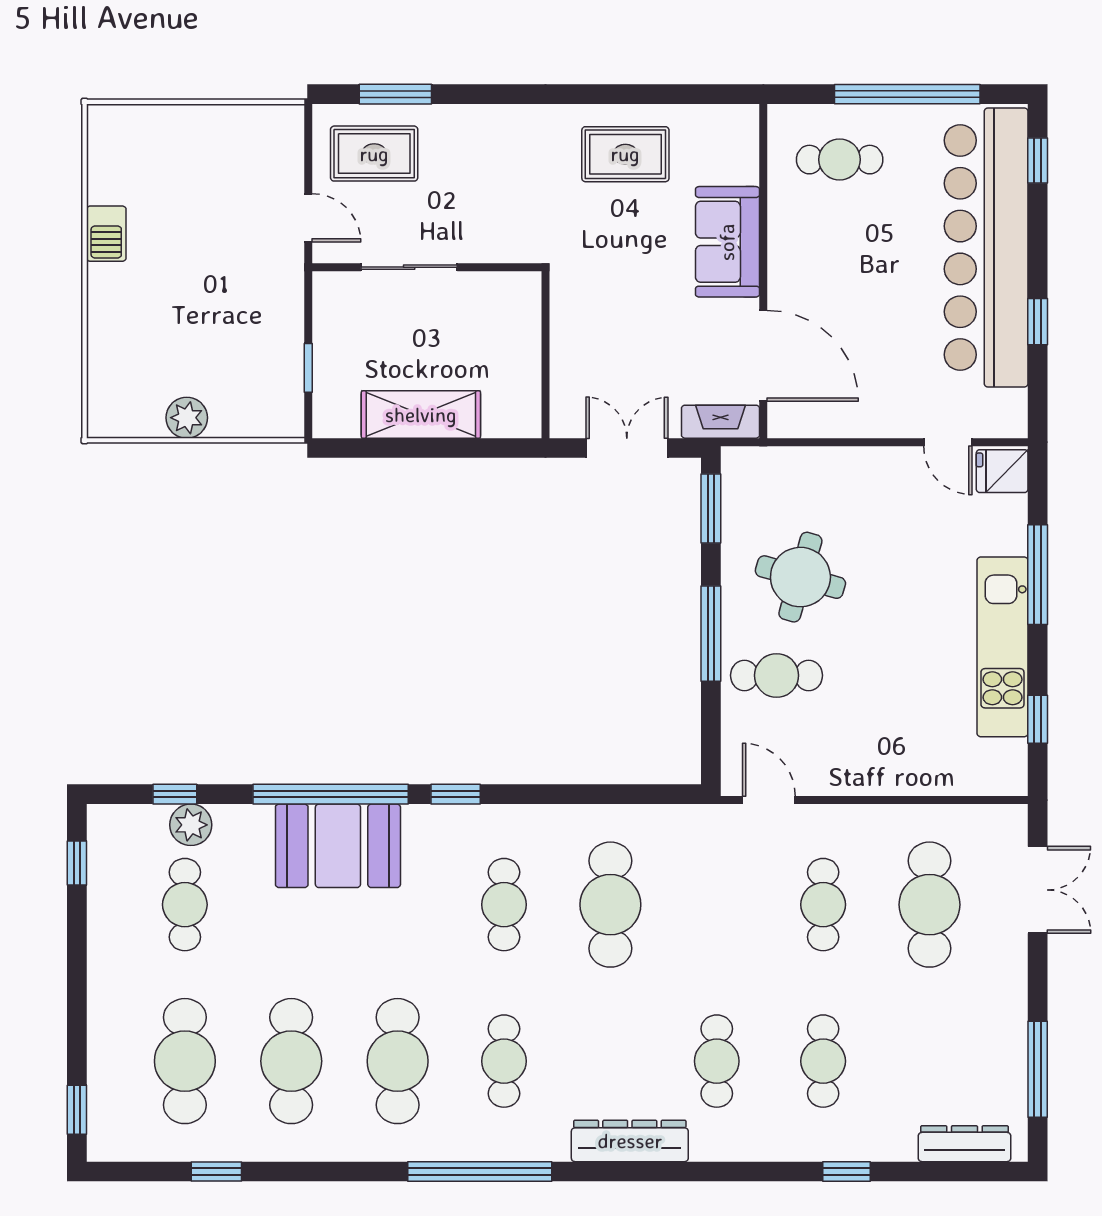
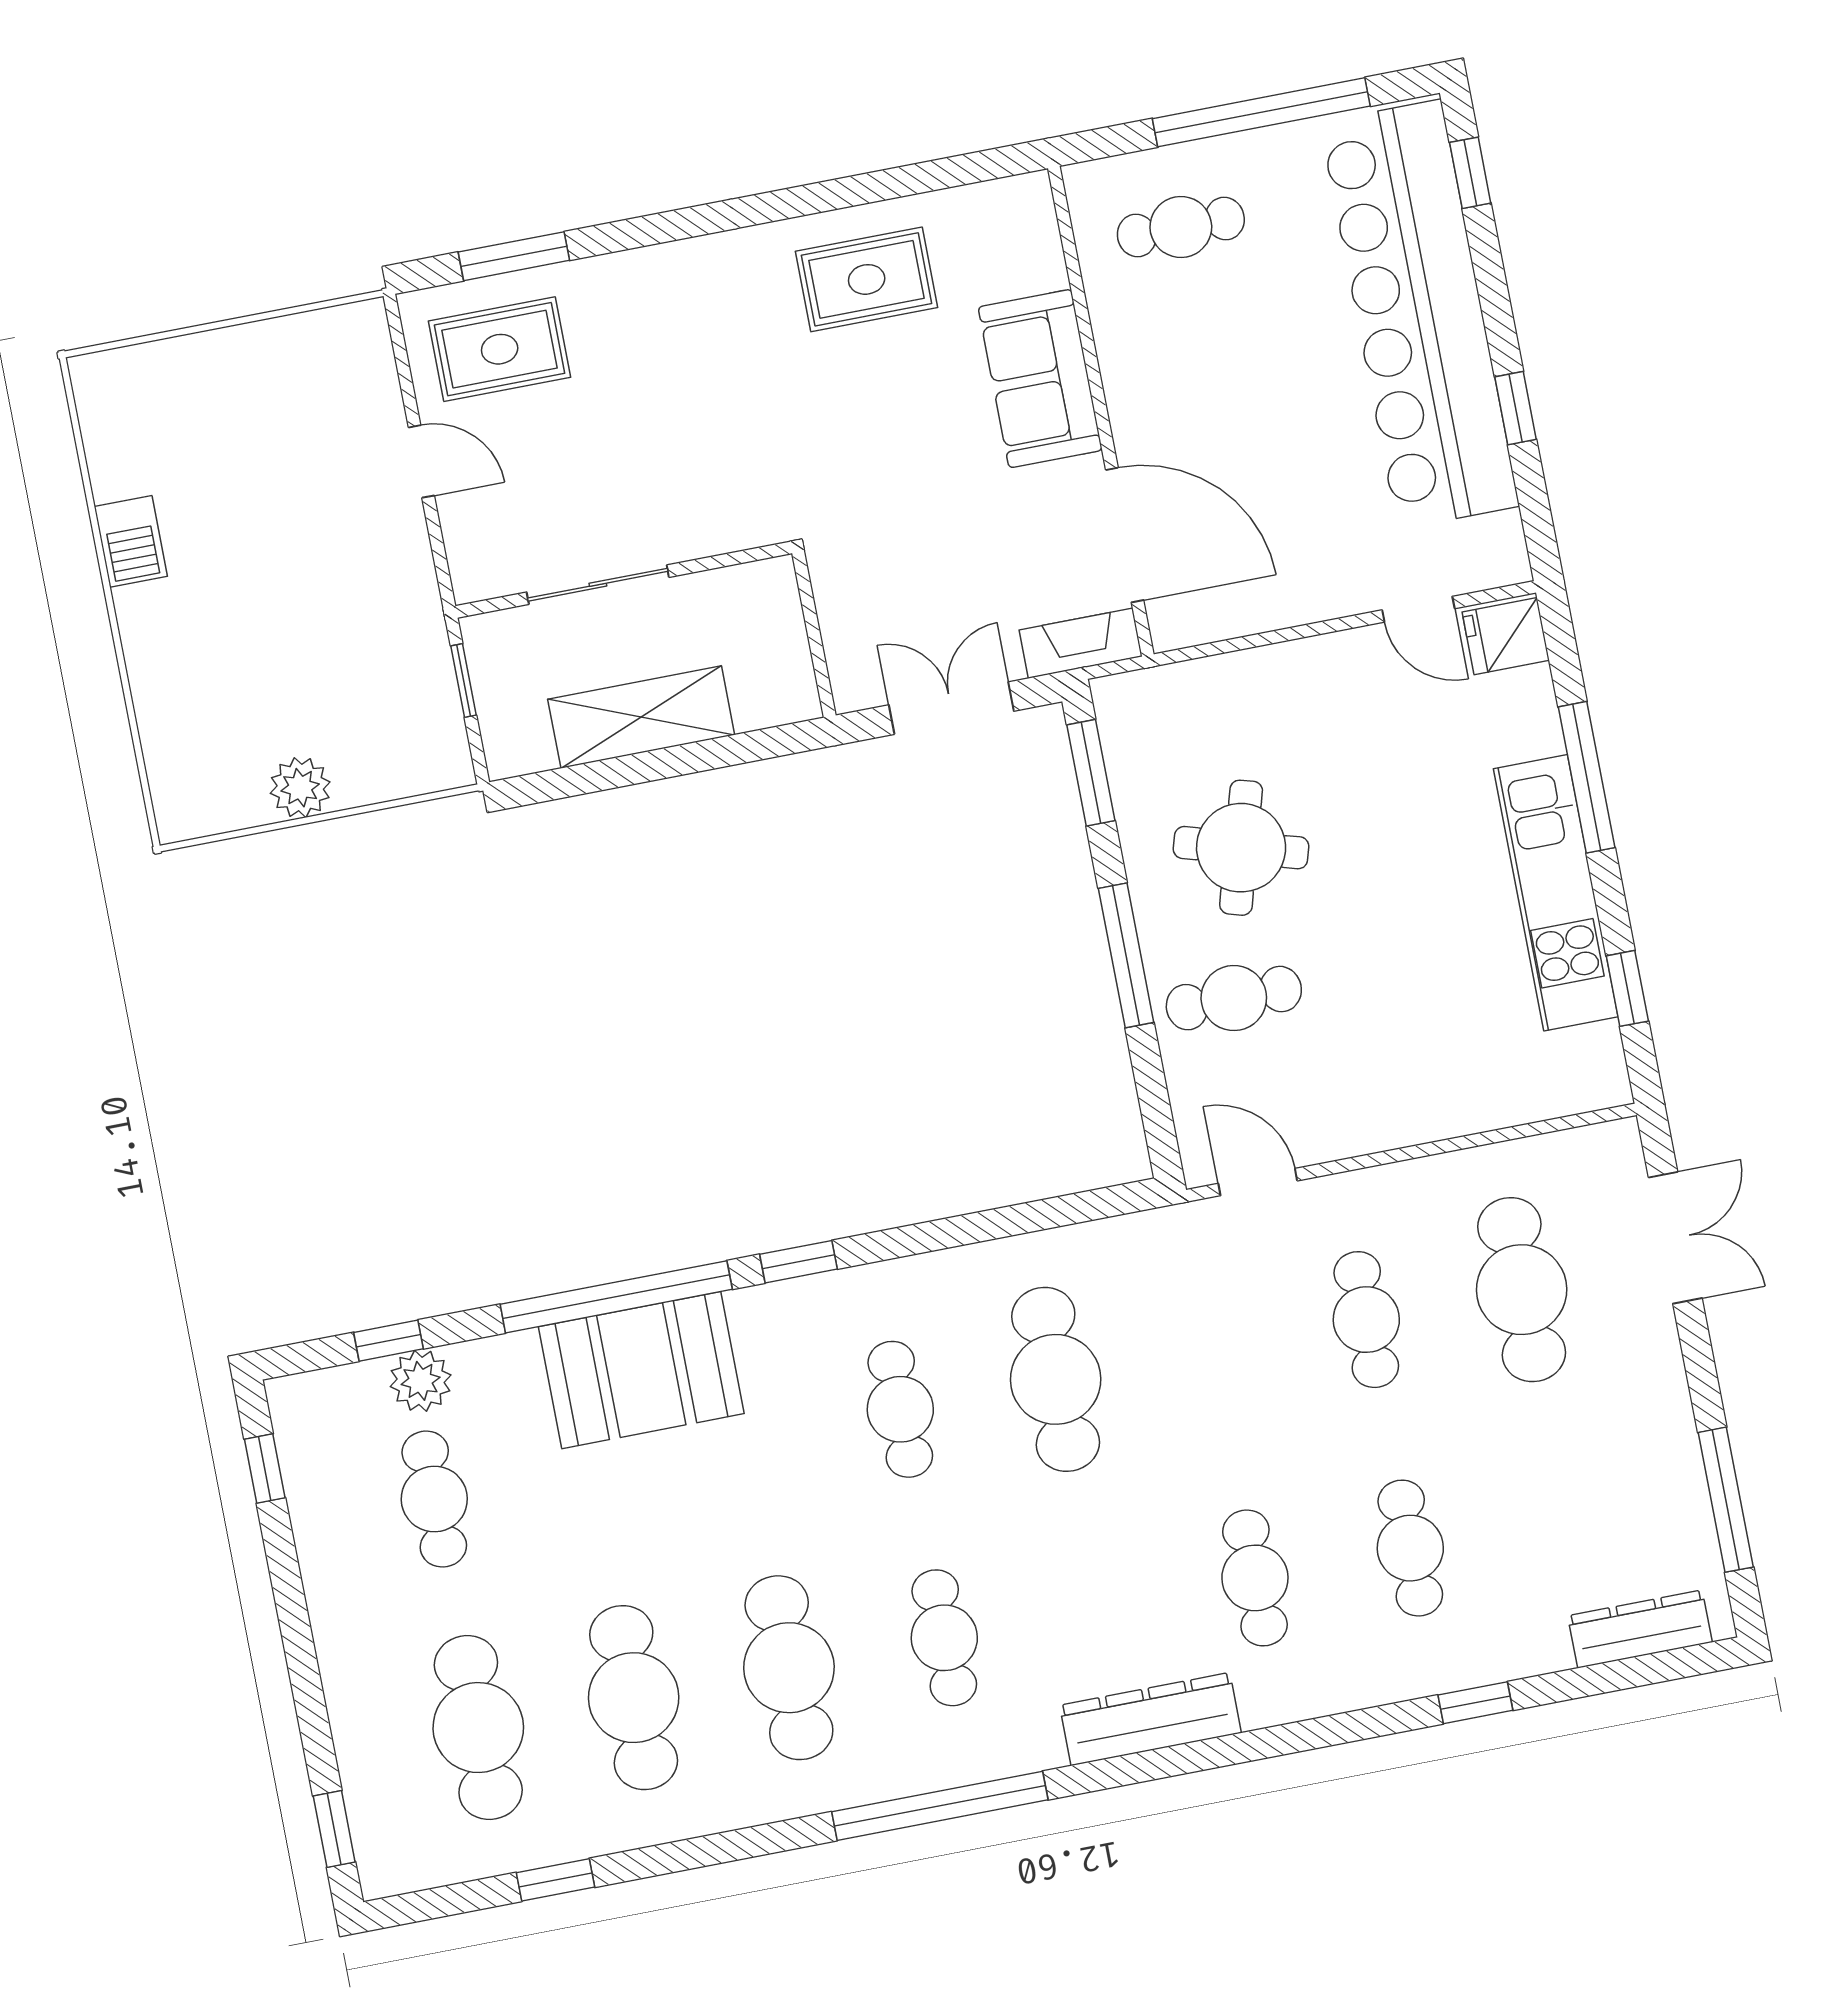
sliding door: (409, 267) -> (598, 585), moved
wall: (427, 267) -> (624, 580), moved

